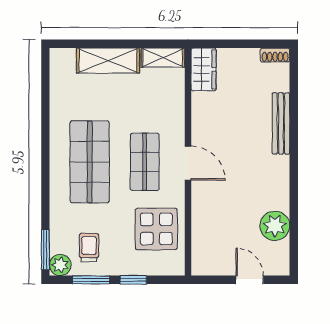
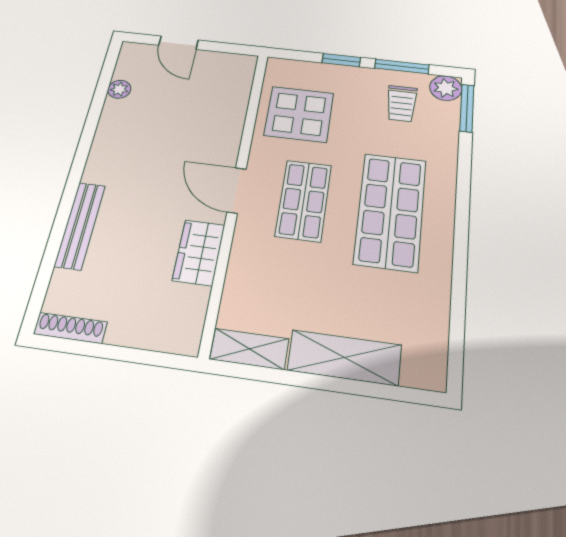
shoe rack: (275, 55) -> (70, 328), width x1.43
wardrobe: (204, 69) -> (199, 253), moved
plant: (275, 226) -> (119, 89), width x0.53, depth x0.53

